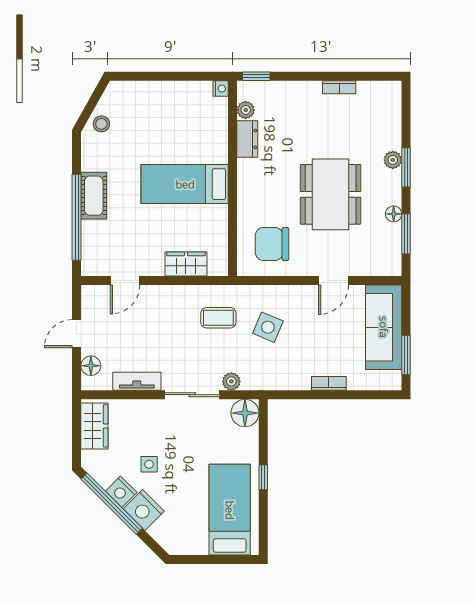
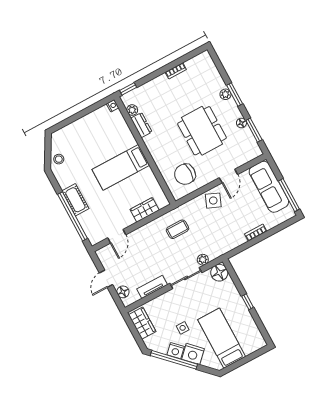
side table: (268, 327) -> (213, 201), moved
window: (406, 355) -> (289, 195), width x1.44
bed: (230, 510) -> (222, 338), moved

